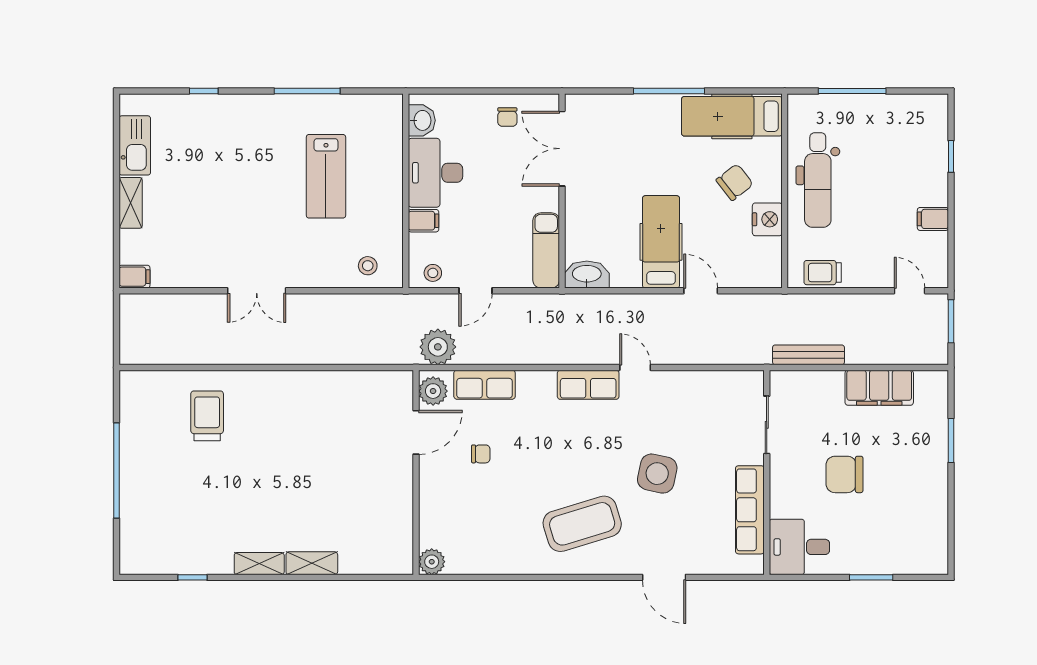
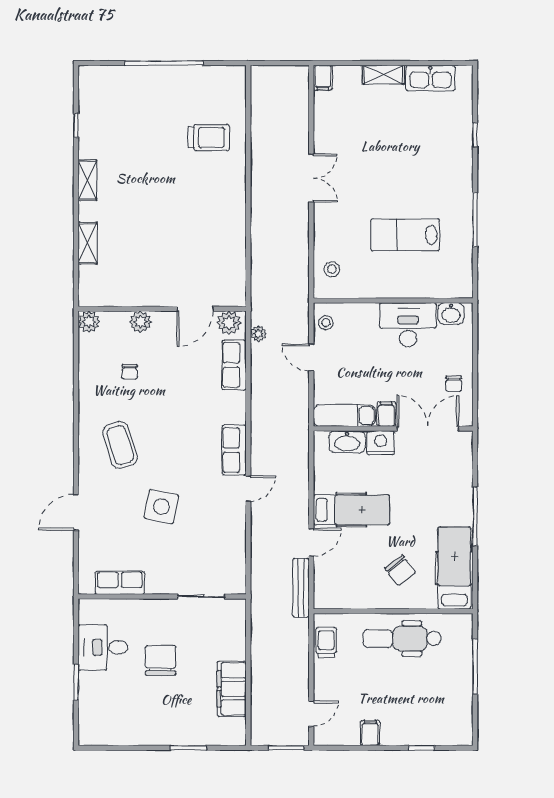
chair: (507, 117) -> (454, 384), turned -90
nightstand: (767, 219) -> (381, 443), moved, turned 180
filing cabinet: (424, 221) -> (386, 414), moved, turned 180
washbasin: (587, 275) -> (347, 442), moved, turned 90
double door: (257, 291) -> (311, 178), swing flipped
plant: (438, 347) -> (258, 334), width x0.53, depth x0.53
bench: (808, 355) -> (301, 588), moved
door: (416, 432) -> (195, 309), hinge flipped
chair: (481, 454) -> (130, 372), moved
plant: (432, 499) -> (141, 322), added
row of seats: (750, 510) -> (120, 583), width x0.68
coffee table: (582, 524) -> (120, 445), width x0.73, depth x0.76
desk: (799, 547) -> (103, 647), moved, turned -90
shelving: (312, 563) -> (88, 243), moved

